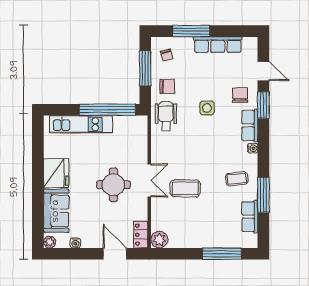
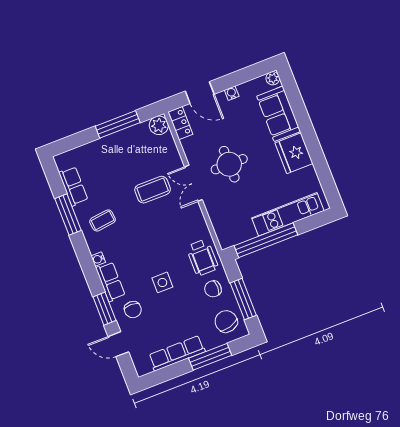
chair: (167, 55) -> (226, 321), width x1.87, depth x1.87
water cooler: (75, 243) -> (232, 93), moved
window: (222, 254) -> (118, 124), moved

